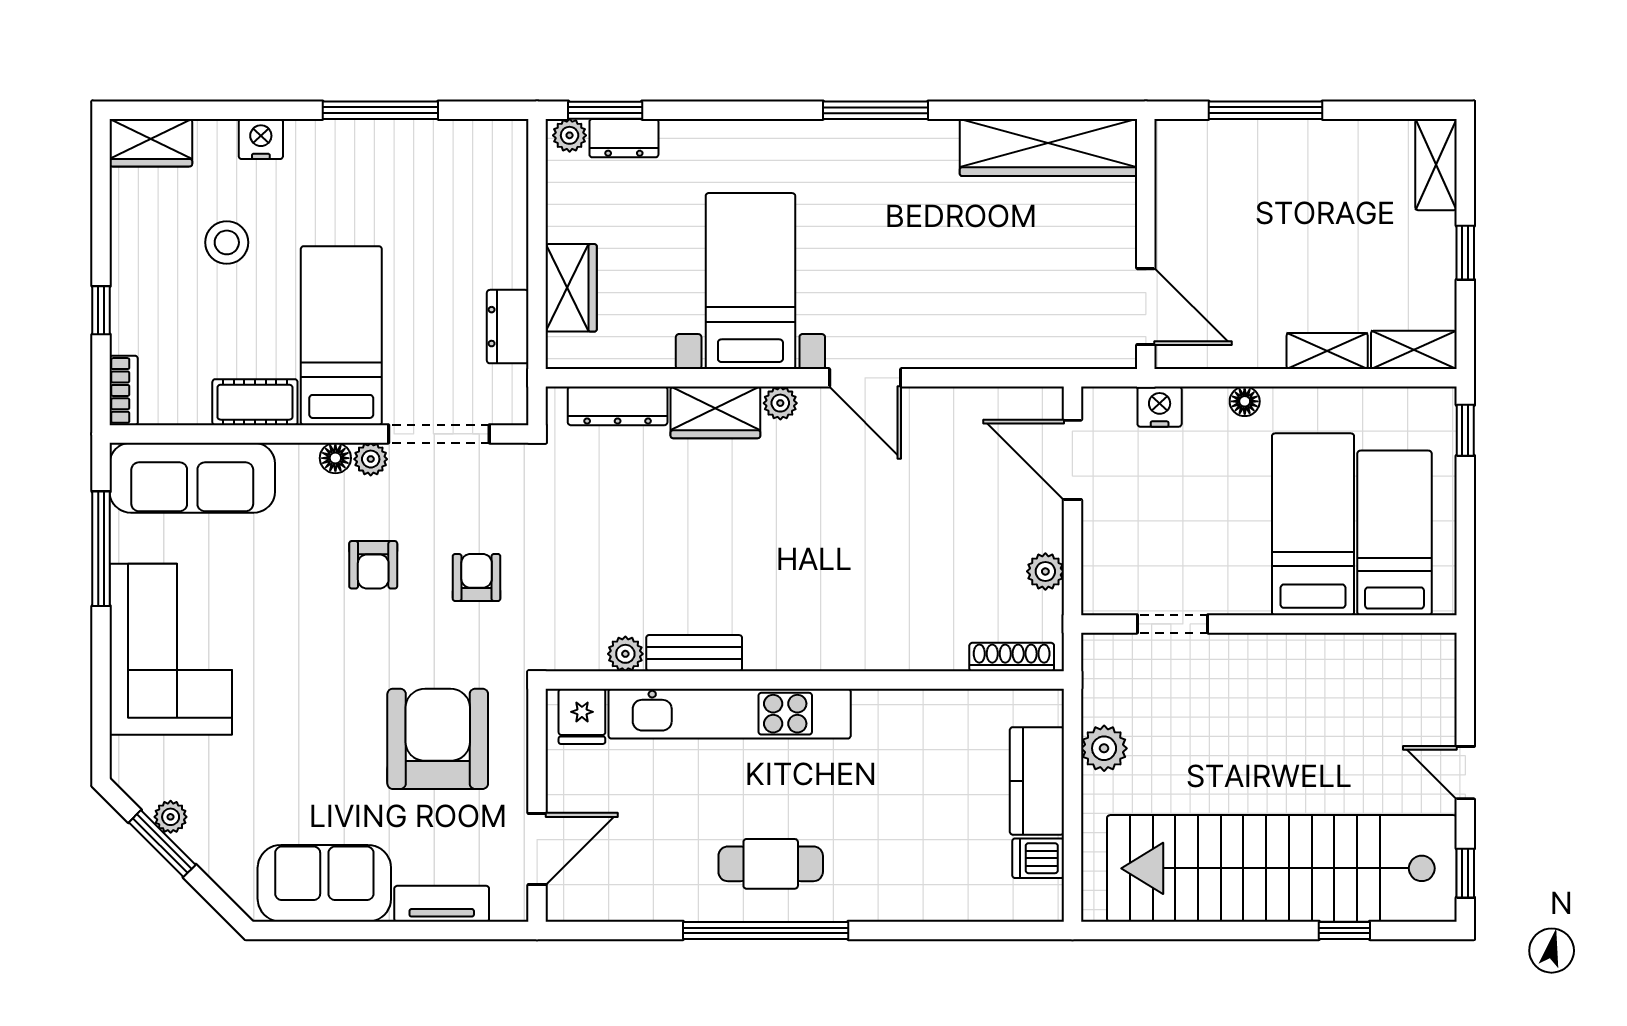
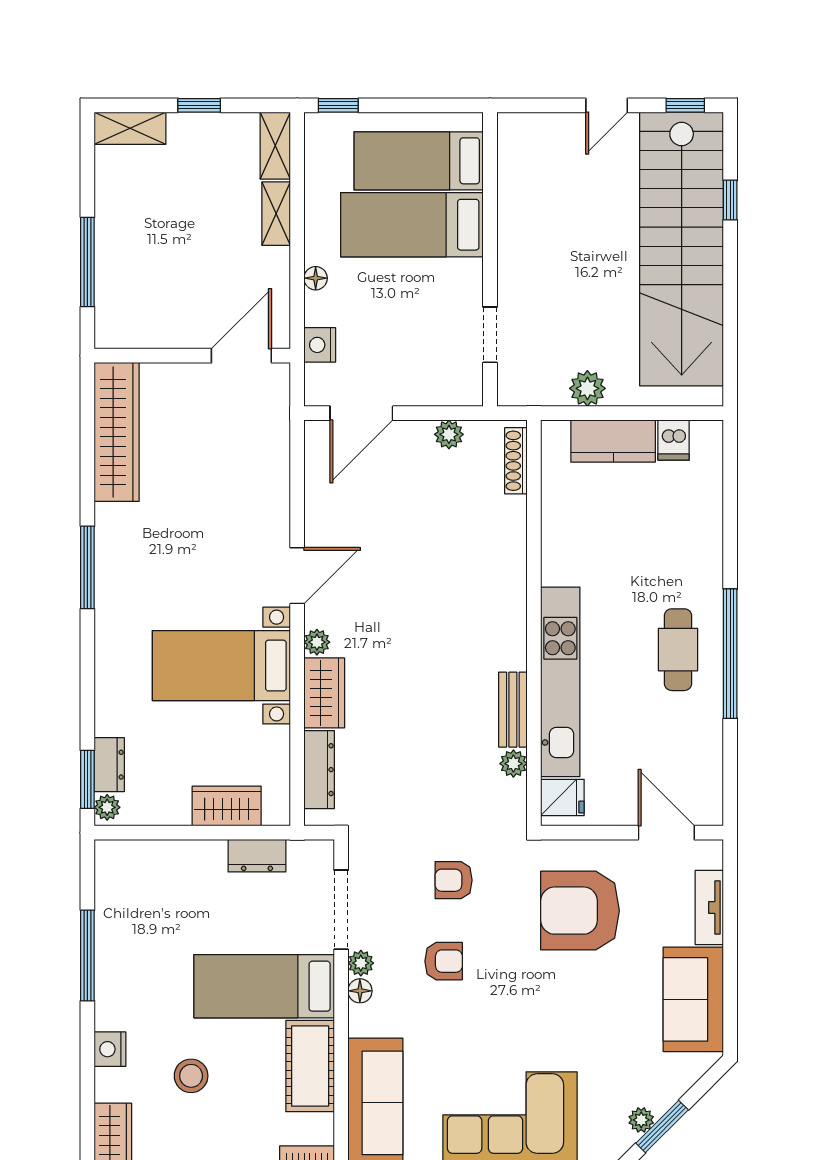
cot: (255, 402) -> (310, 1066), width x1.37, depth x1.34

